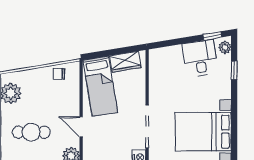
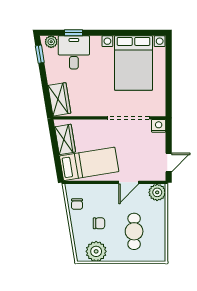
wardrobe: (166, 56) -> (59, 99), added
desk: (200, 58) -> (74, 52), moved, turned 99
chair: (39, 96) -> (99, 223), added

